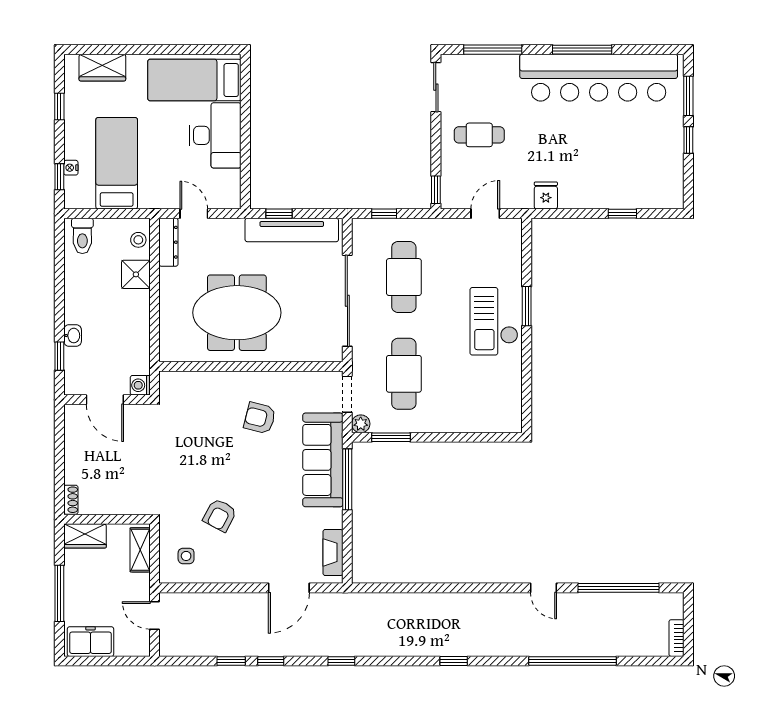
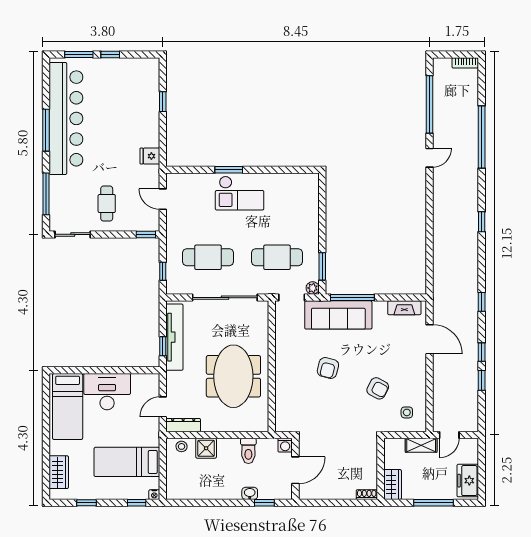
nightstand: (71, 168) -> (154, 495), moved
toilet: (82, 236) -> (248, 451), moved, turned 90
armchair: (260, 418) -> (328, 368), moved
shelving: (140, 550) -> (421, 445), moved

